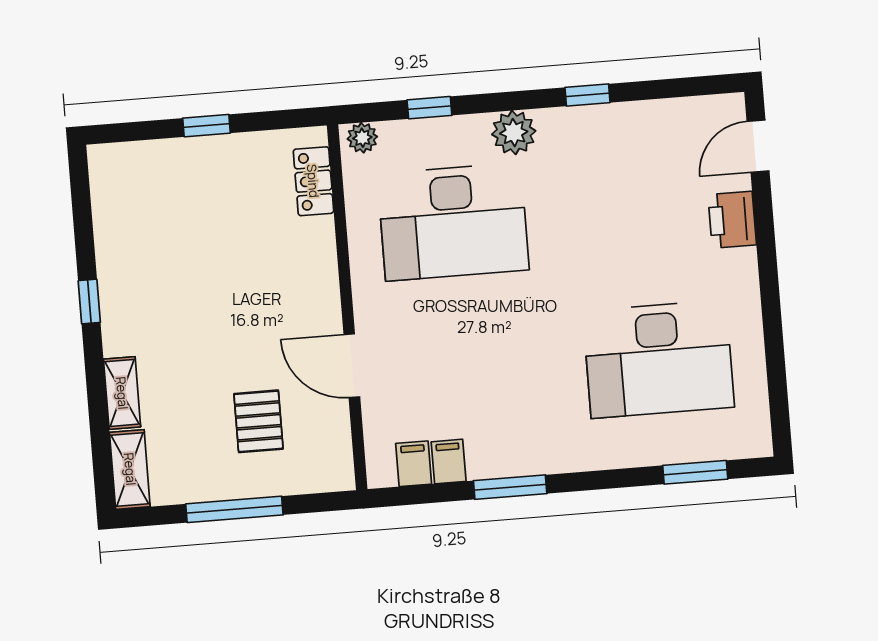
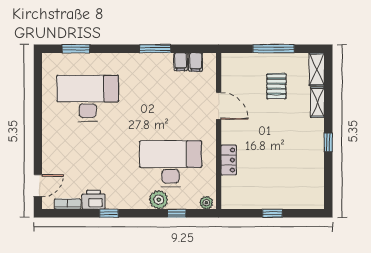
bookcase: (685, 109) -> (68, 204), added
plant: (514, 133) -> (159, 200), moved
locker: (313, 181) -> (229, 160), moved
printer: (732, 220) -> (93, 200), moved, turned -90
pallet: (258, 421) -> (276, 86), moved

